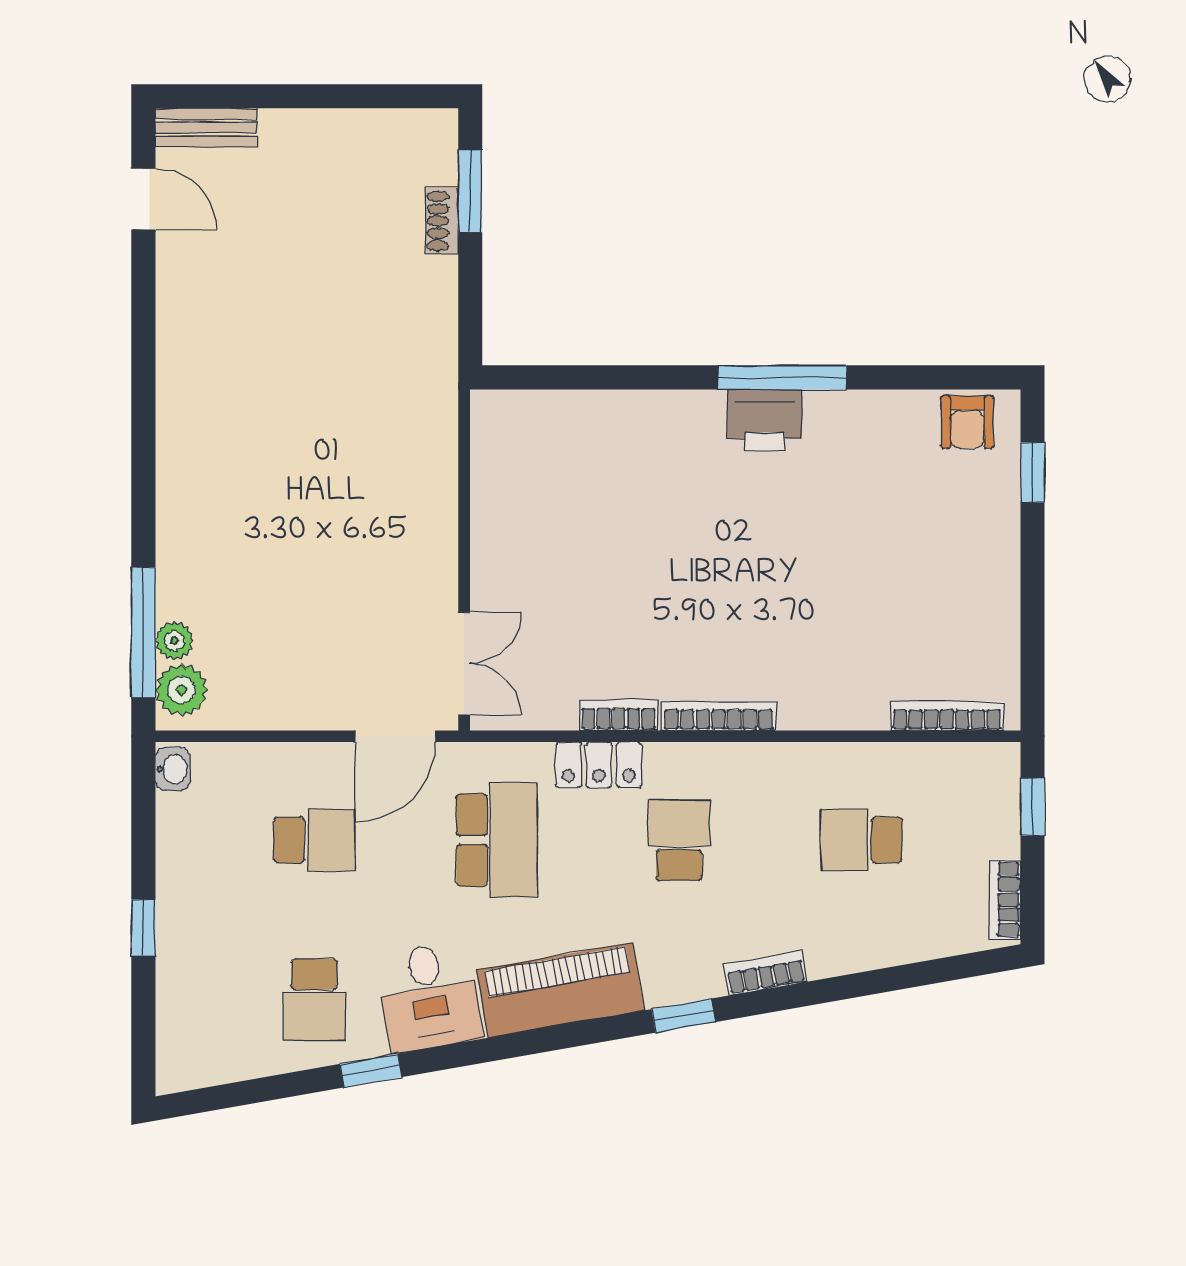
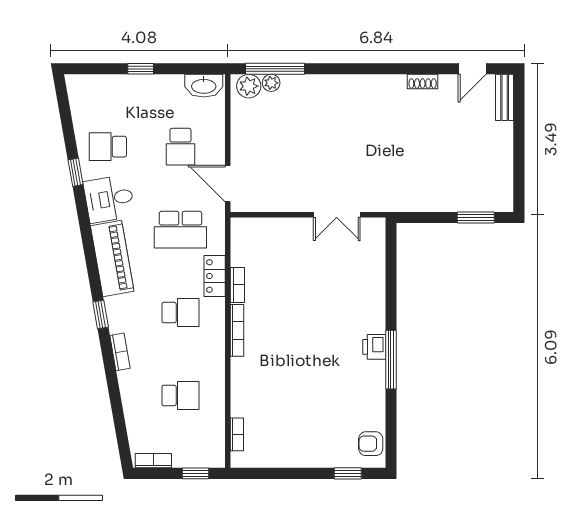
shoe rack: (442, 221) -> (423, 82), moved, turned 180
printer: (765, 420) -> (374, 347), width x0.73, depth x0.81
double door: (464, 664) -> (337, 215), moved
bookcase: (947, 716) -> (237, 434), width x0.64
washbasin: (173, 769) -> (204, 86), width x1.91, depth x1.45
school desk: (861, 840) -> (180, 396), turned 90

